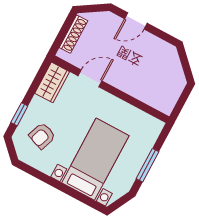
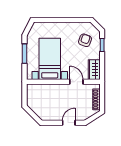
door: (90, 78) -> (76, 82), swing flipped
bed with nightstands: (95, 159) -> (50, 59), moved, turned 180

